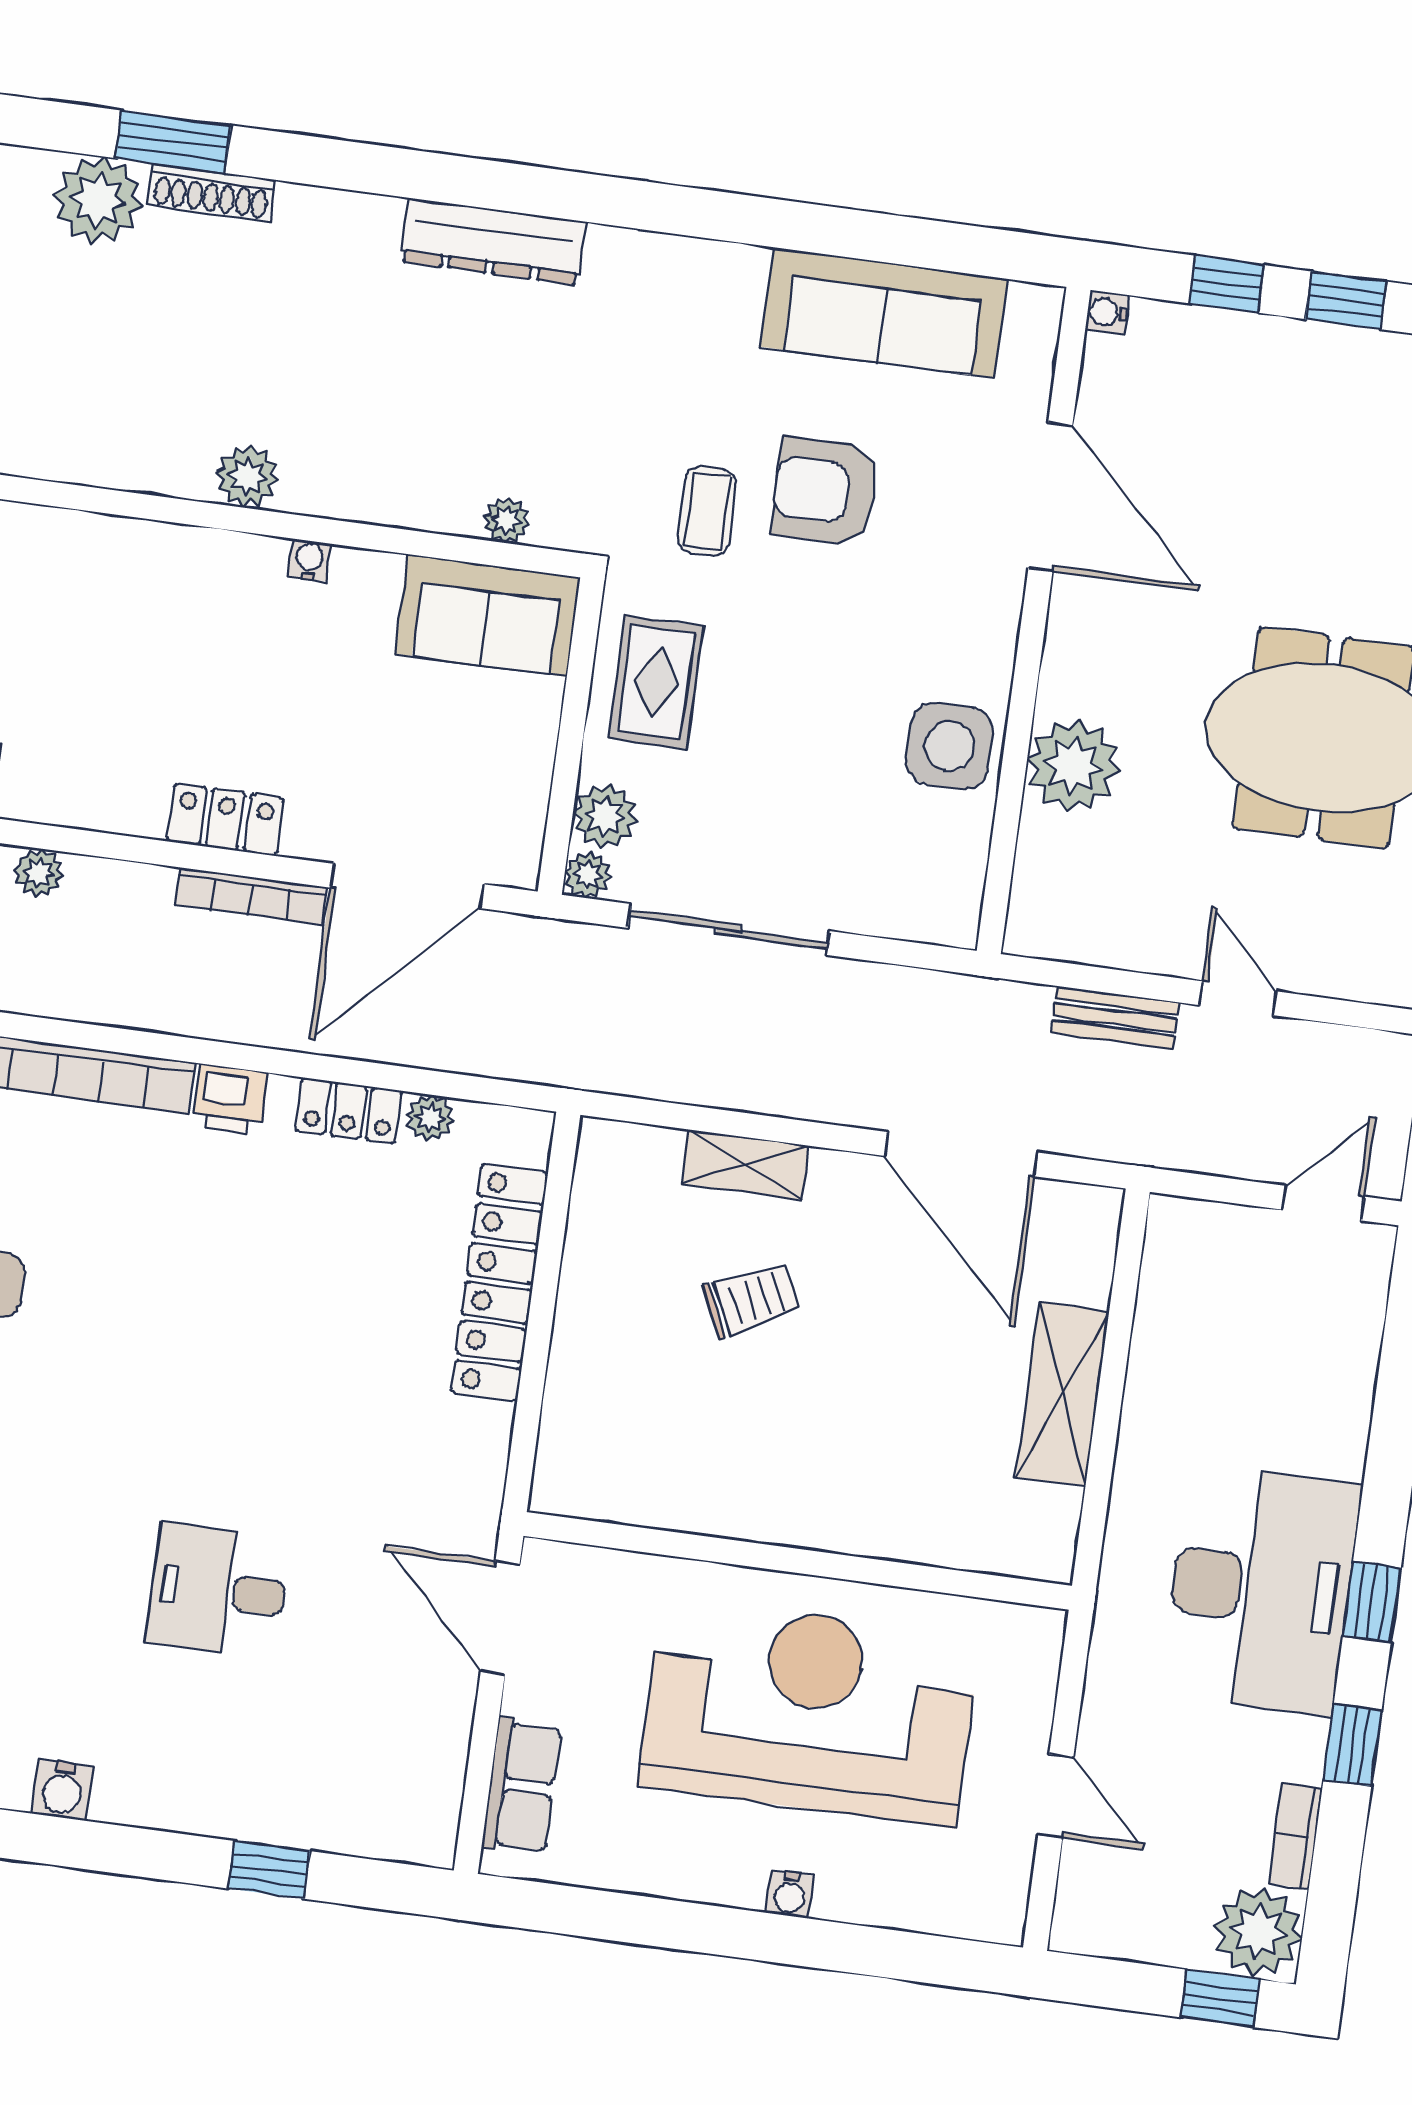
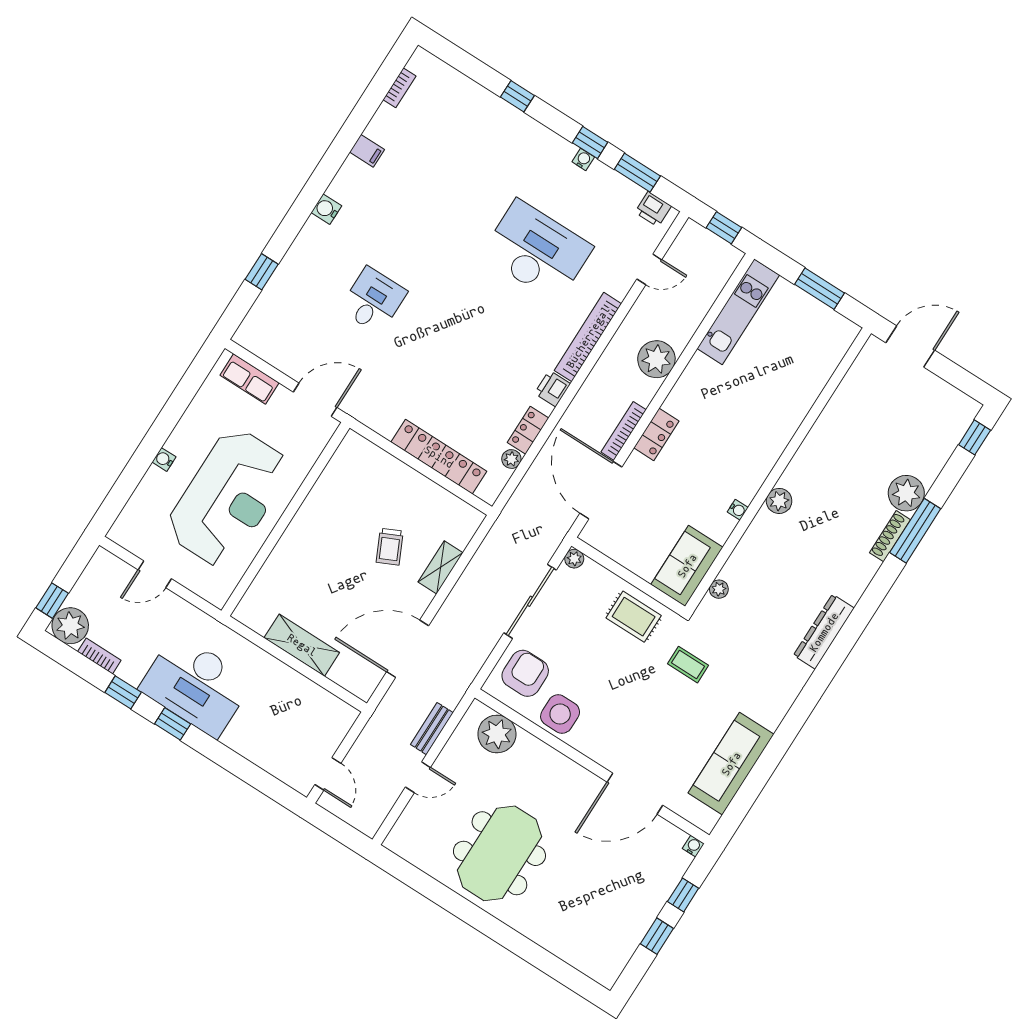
window: (173, 142) -> (915, 531), width x1.44
armchair: (825, 491) -> (525, 673), moved
plant: (1073, 766) -> (497, 734), moved
plant: (605, 816) -> (593, 575), removed
plant: (39, 873) -> (656, 359), width x1.88, depth x1.88

